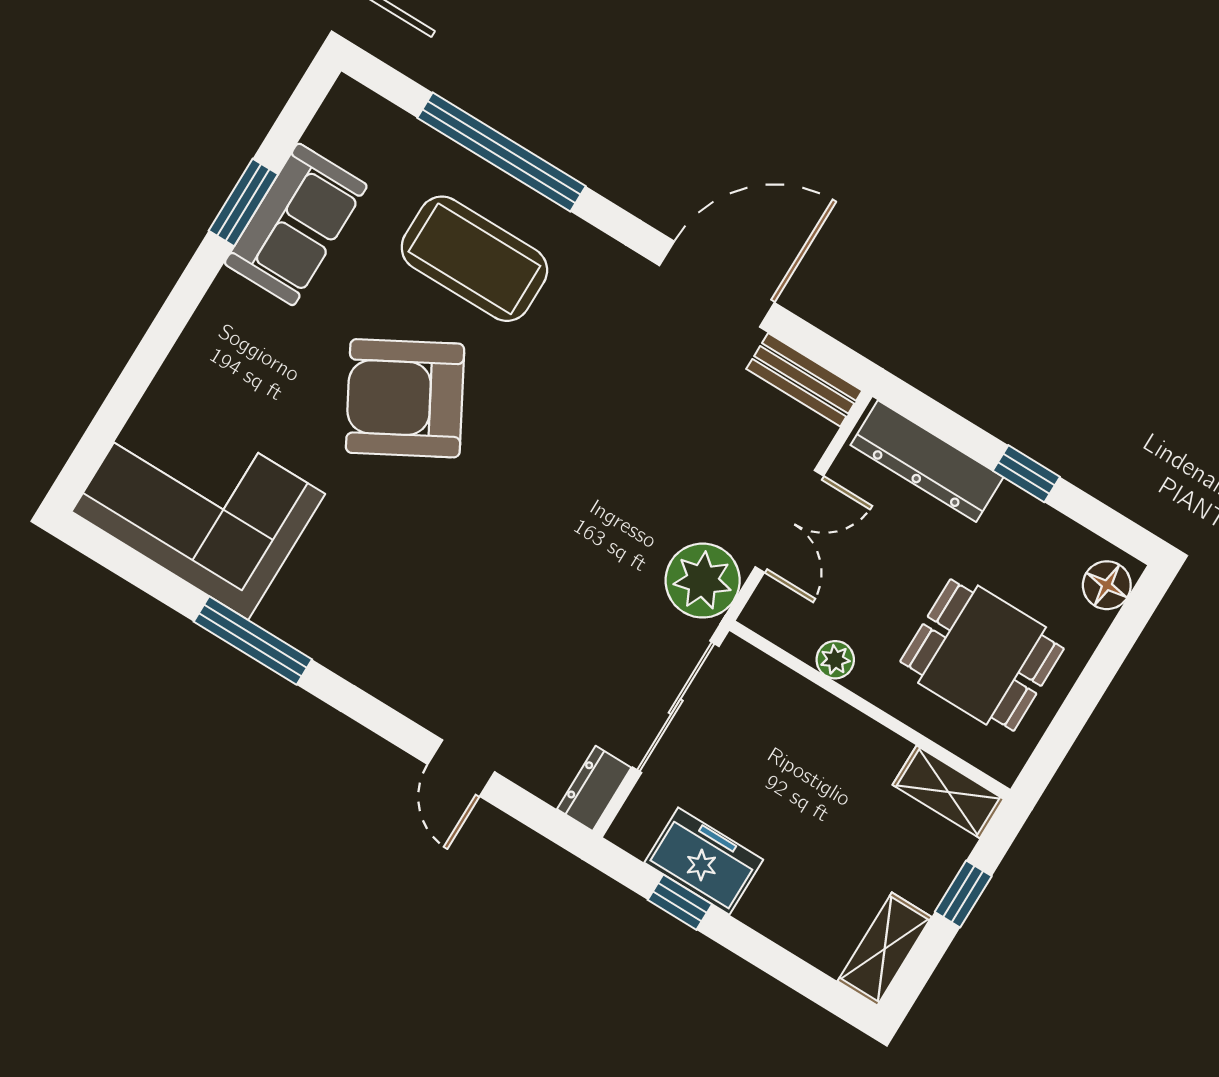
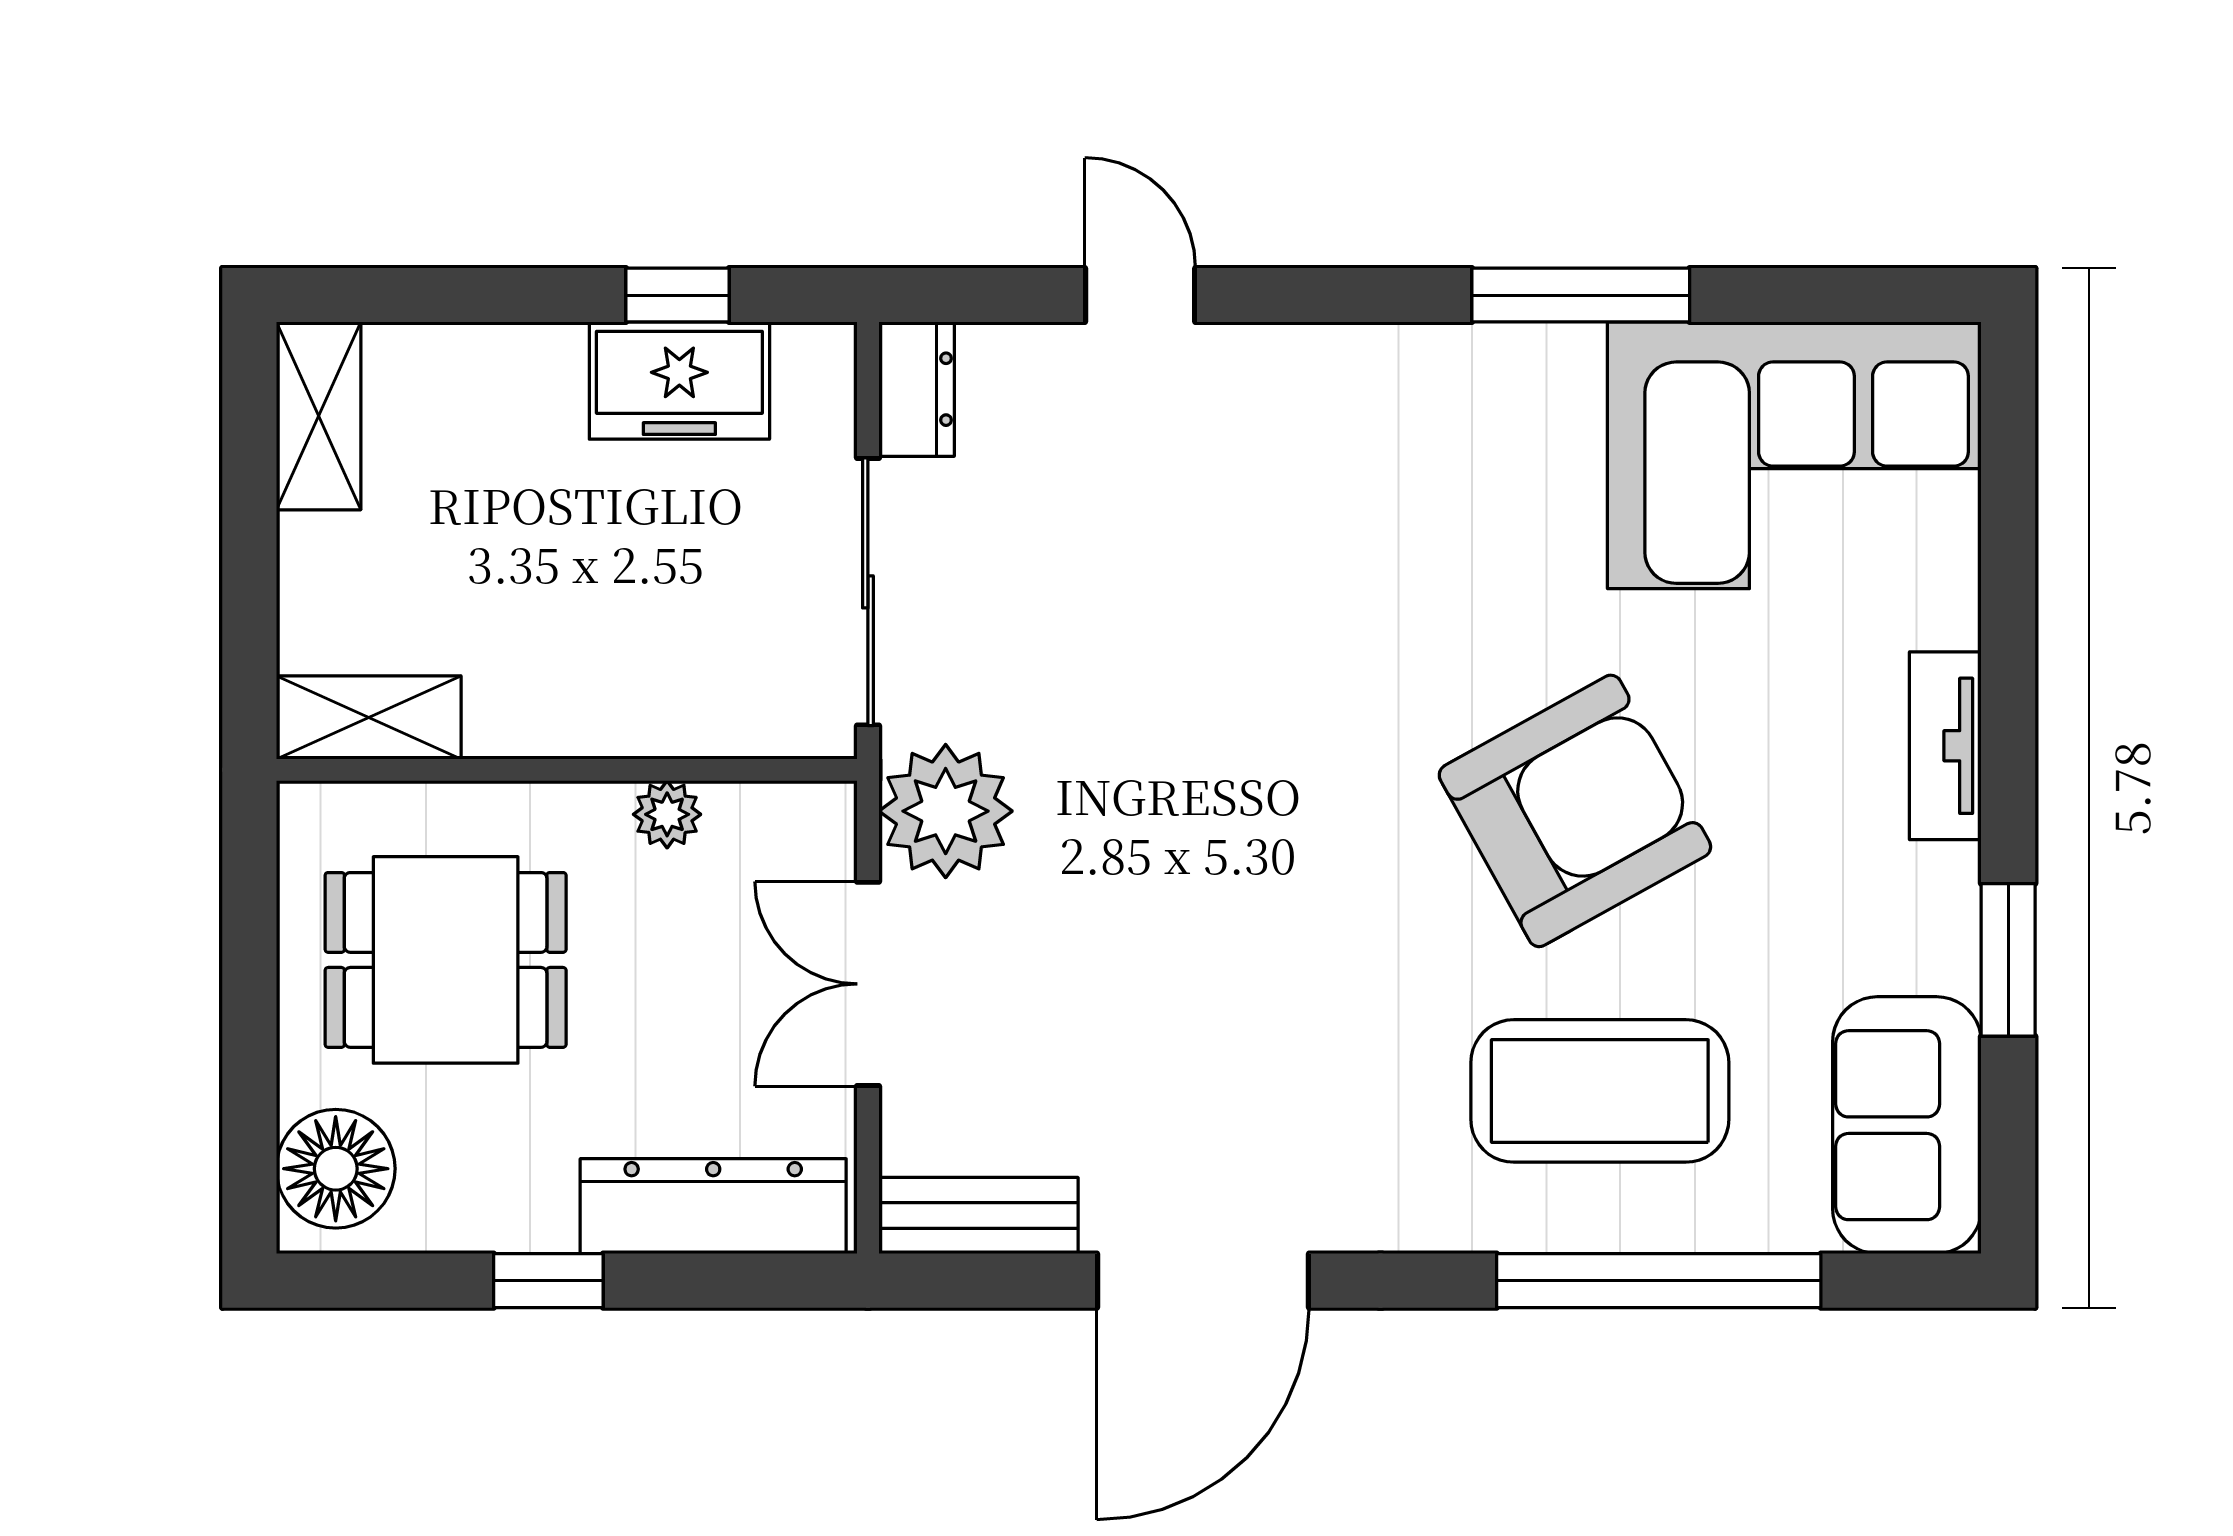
sofa: (296, 224) -> (1907, 1125), moved
tv unit: (211, 322) -> (1945, 746), added
floor lamp: (1107, 585) -> (336, 1169), width x1.38, depth x1.38
window: (963, 894) -> (249, 575), removed

